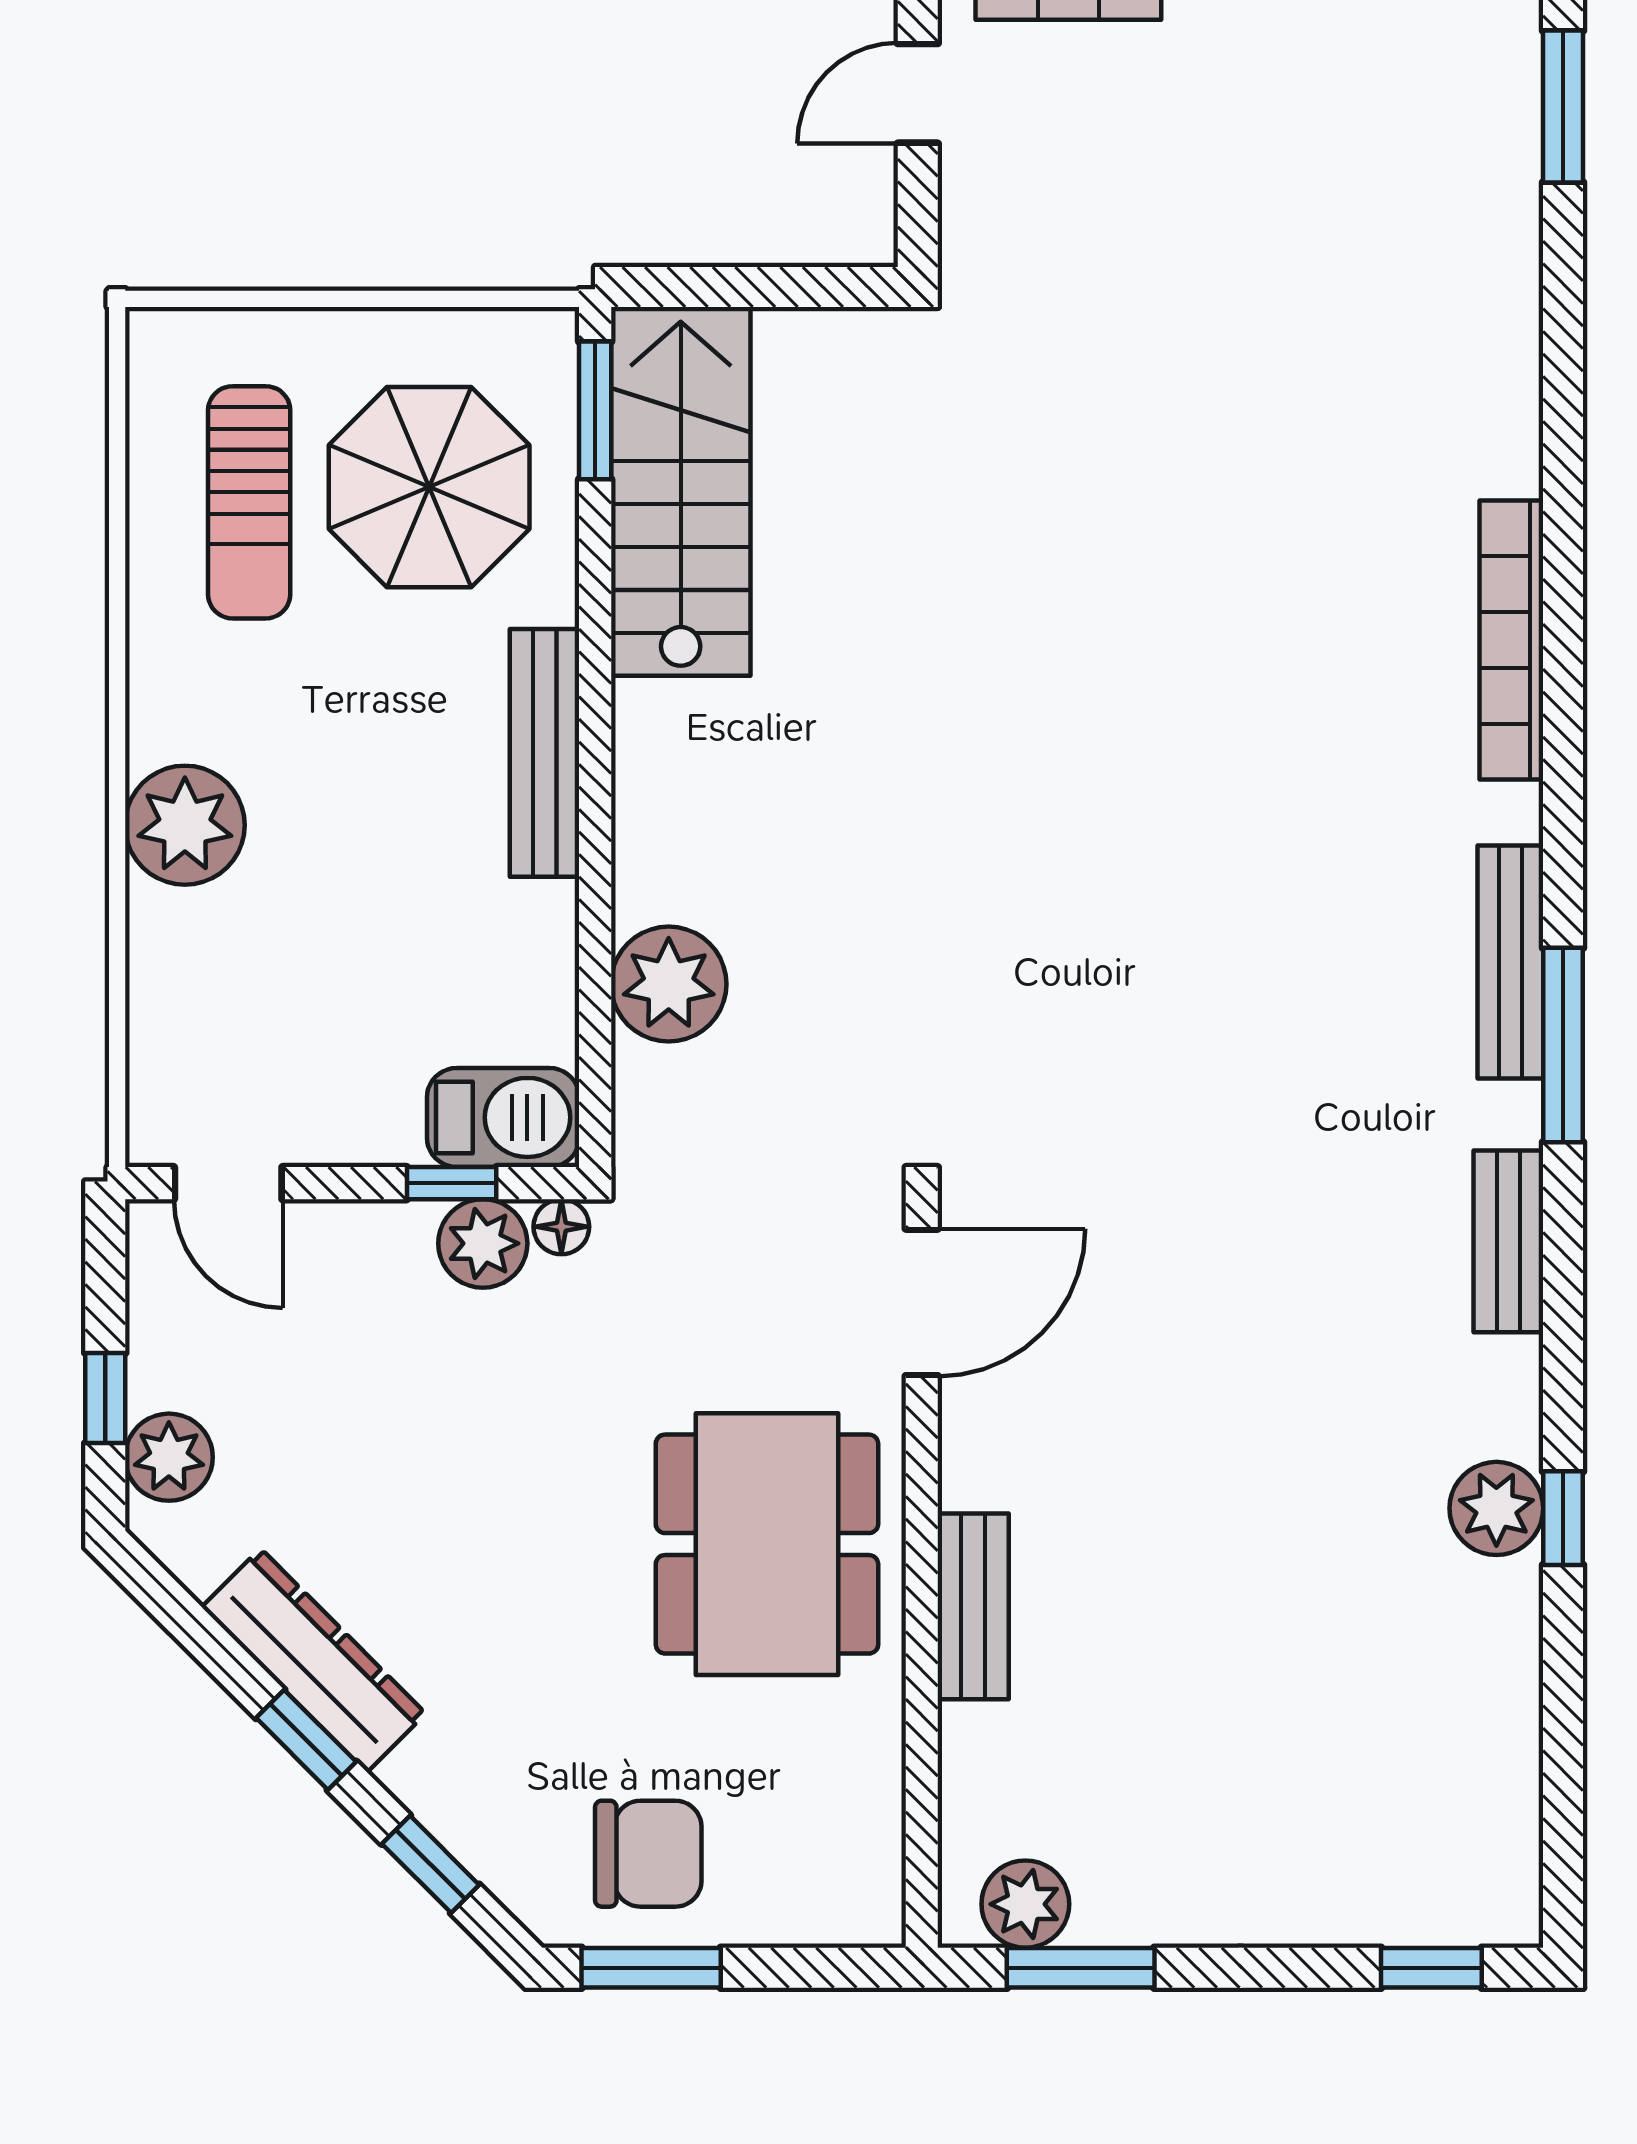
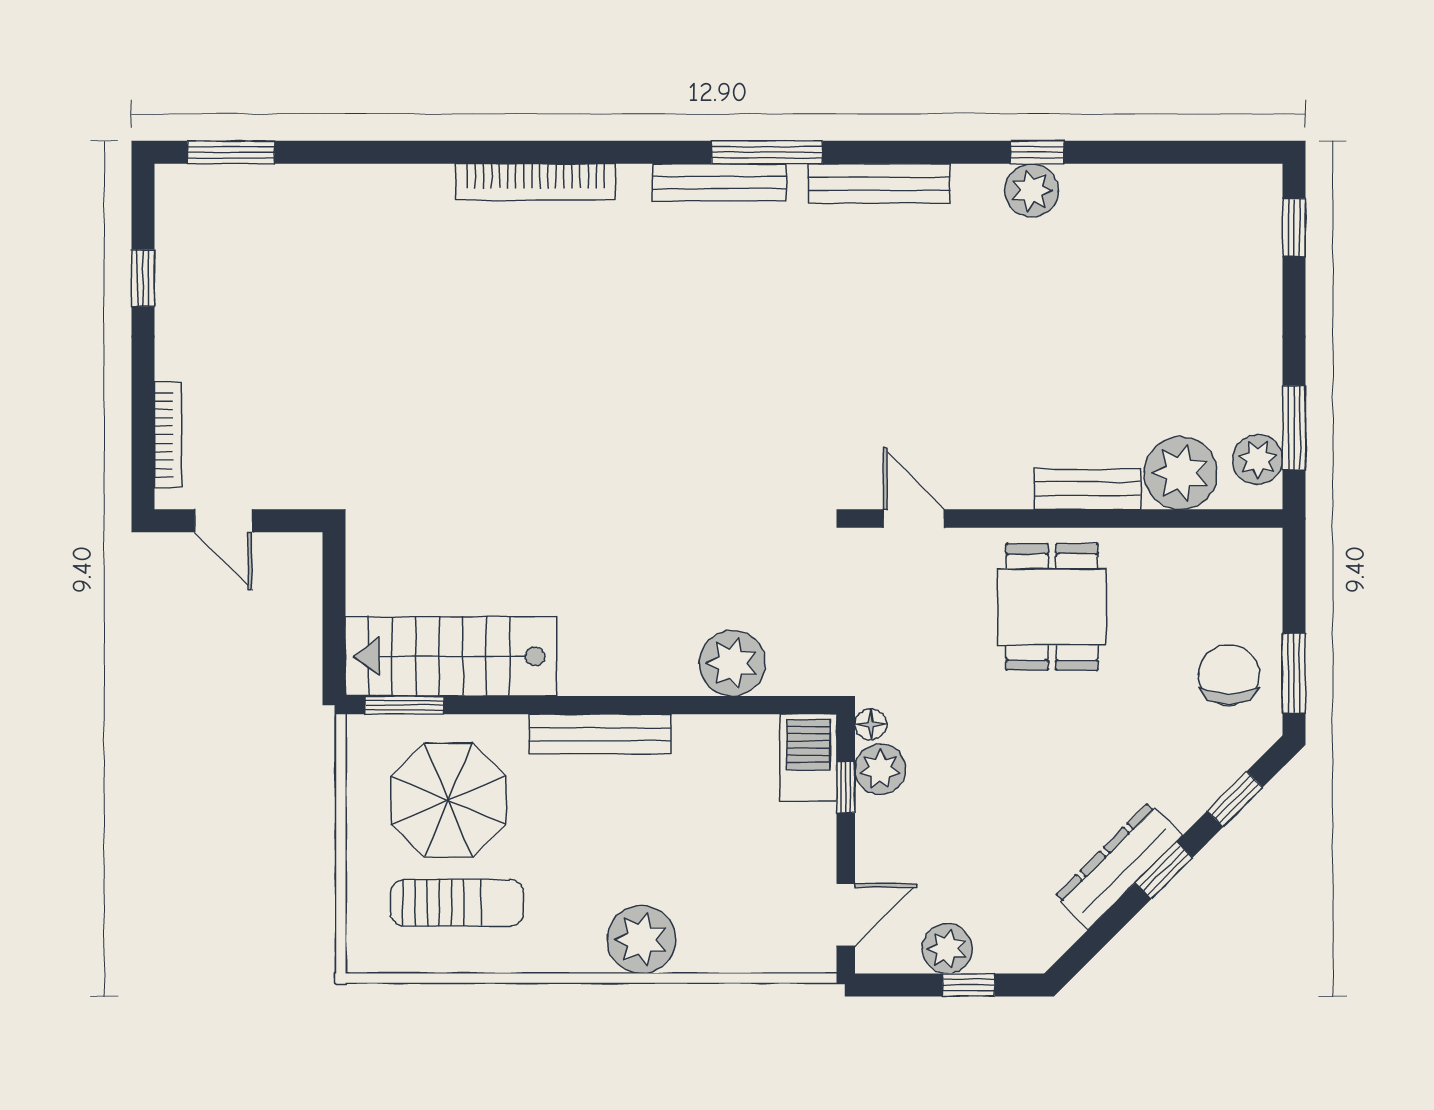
bench: (1508, 1241) -> (879, 184), width x1.36
door: (922, 1302) -> (914, 519), width x0.73
plant: (169, 1457) -> (947, 949), moved
dining table: (767, 1544) -> (1052, 607), width x0.73
plant: (1001, 1770) -> (1181, 473), added

